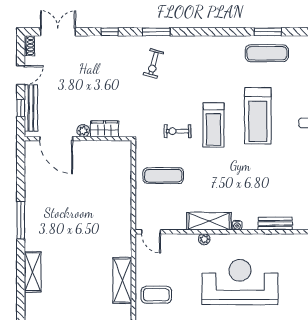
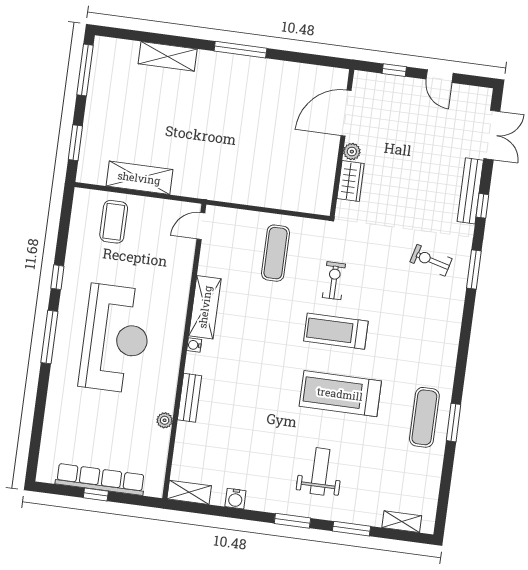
shoe rack: (29, 46) -> (478, 93), removed
bench: (31, 108) -> (470, 191), moved, turned 90
plant: (204, 239) -> (165, 420), moved

